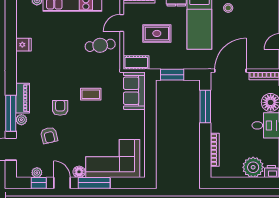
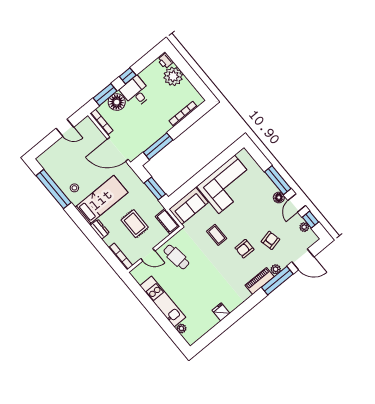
corner sofa: (113, 159) -> (227, 184), moved, turned -90

